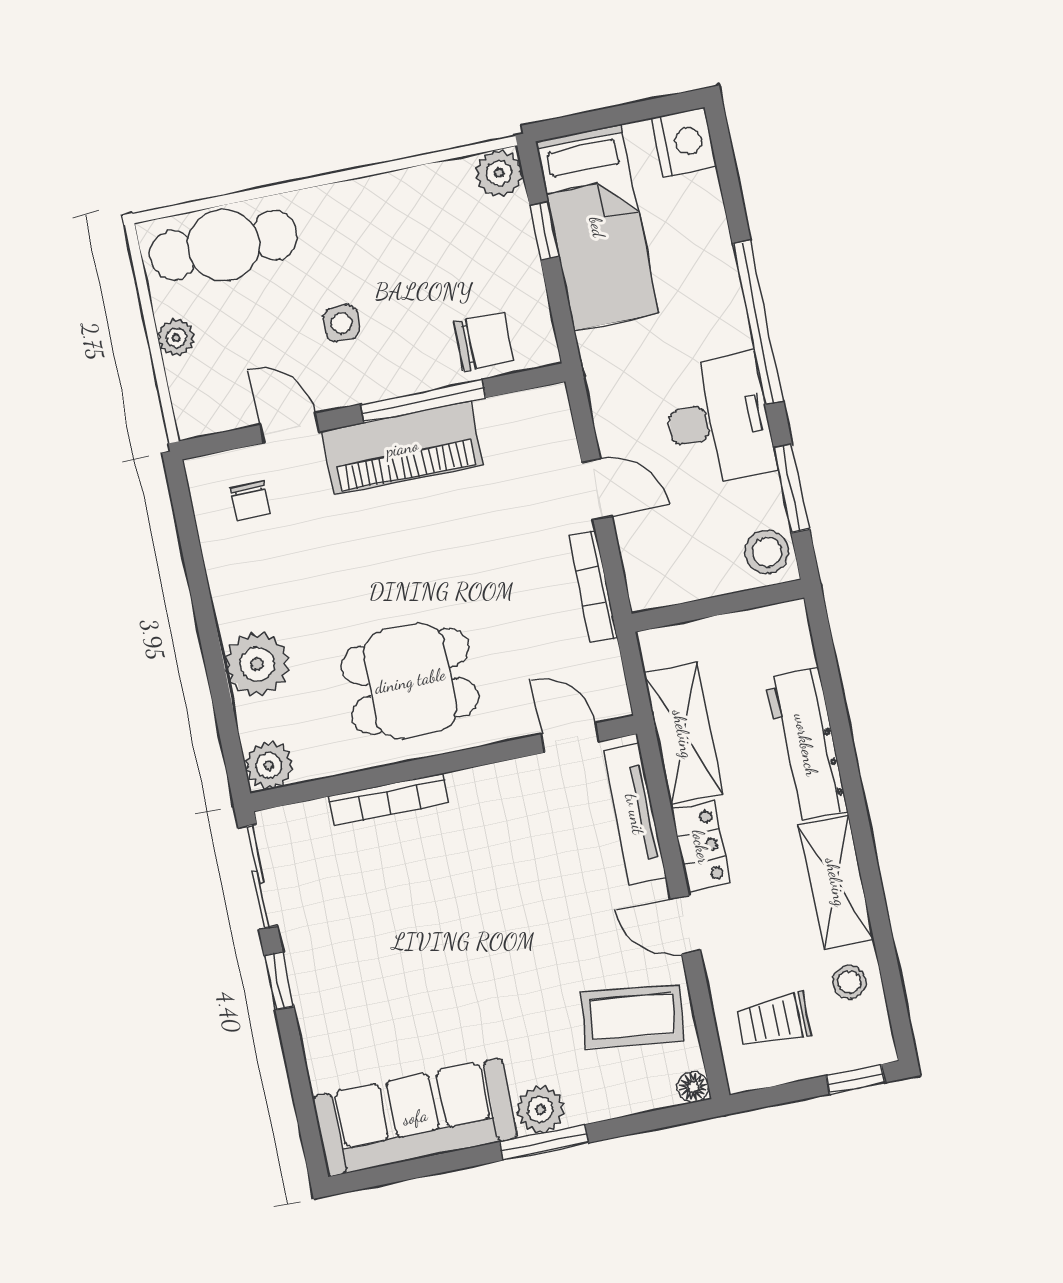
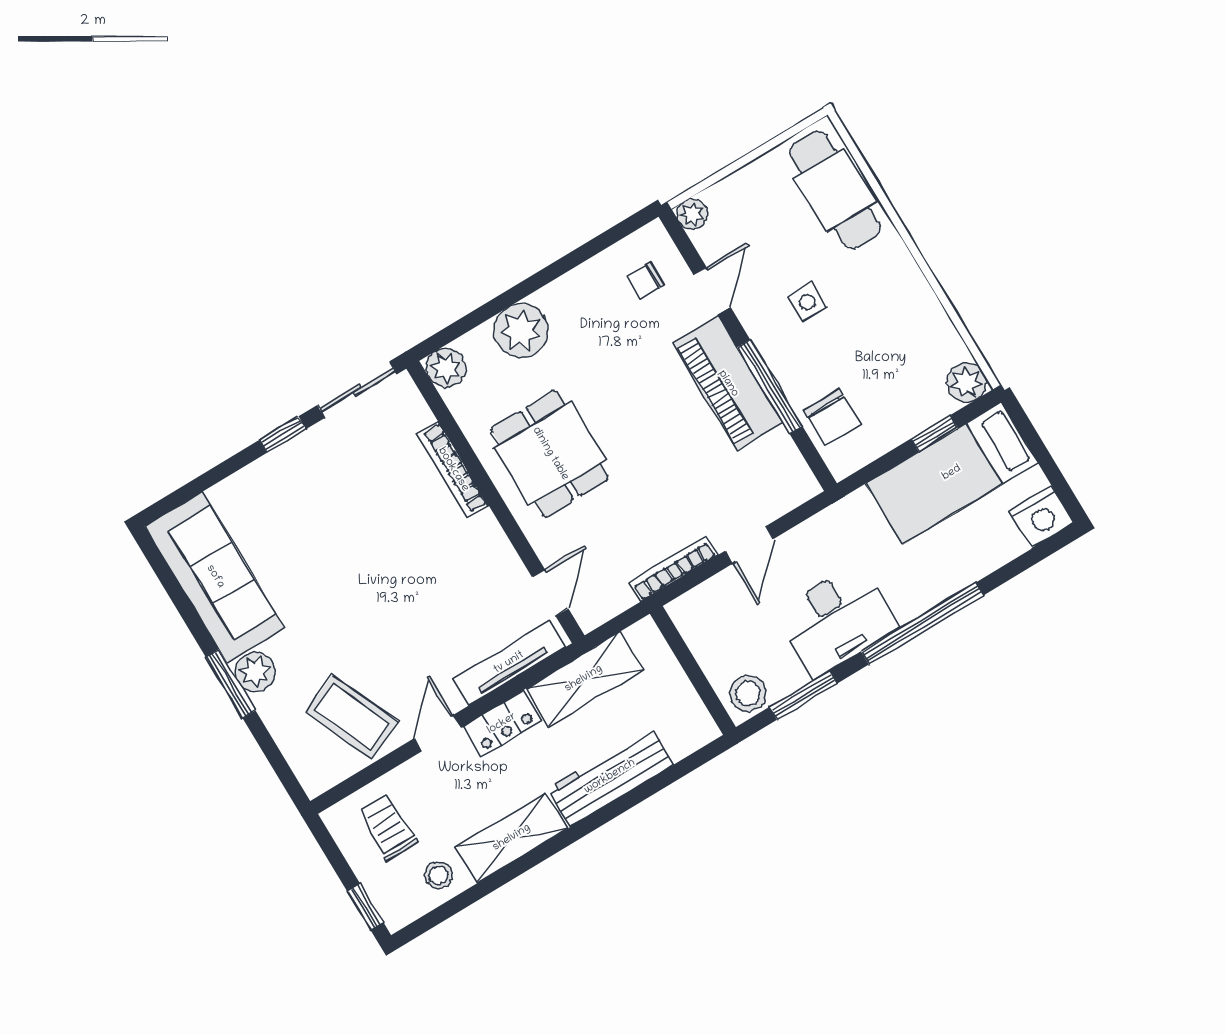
plant: (176, 338) -> (692, 214), moved
coffee table: (632, 1016) -> (352, 717), turned -31
floor lamp: (693, 1087) -> (315, 784), removed

